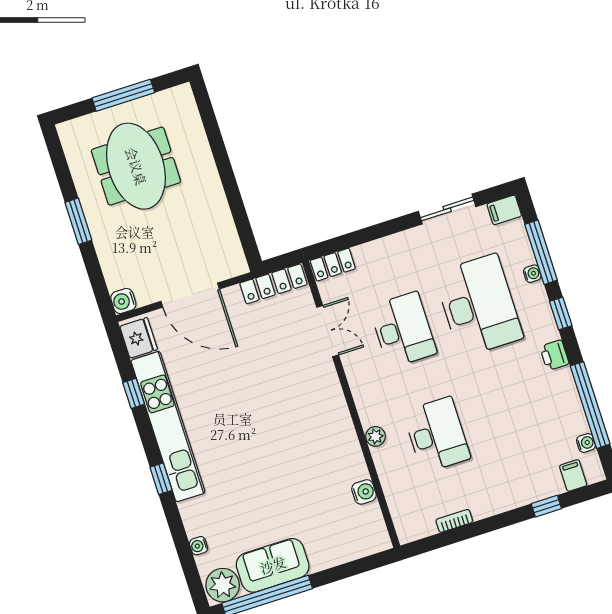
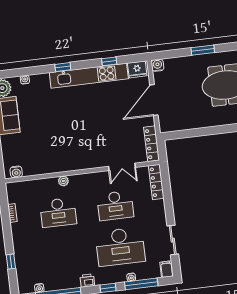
locker: (333, 265) -> (156, 182), width x1.53
filing cabinet: (573, 476) -> (24, 278), removed
water cooler: (364, 492) -> (16, 172), moved

